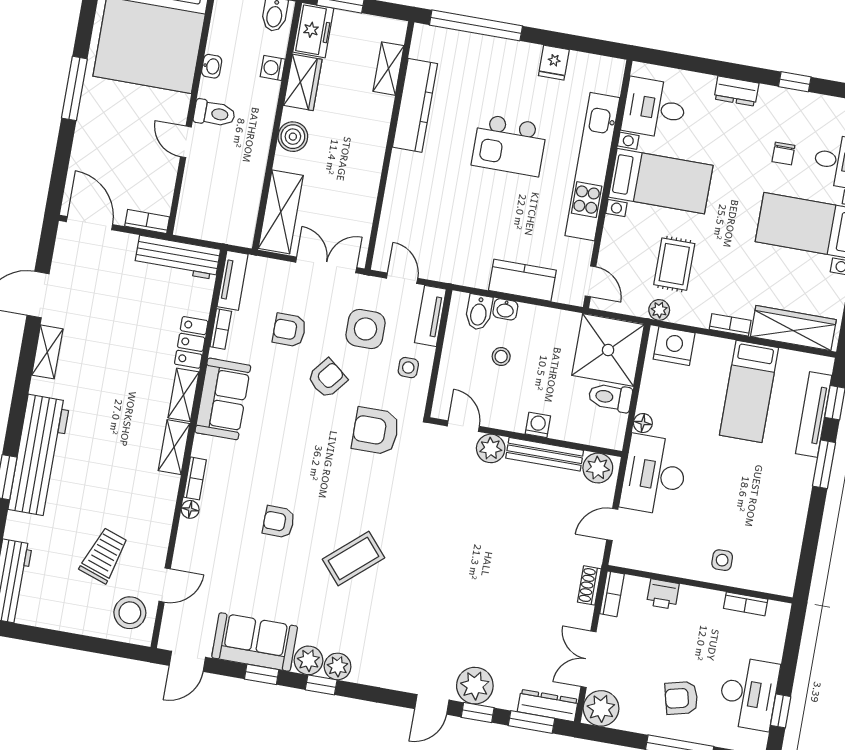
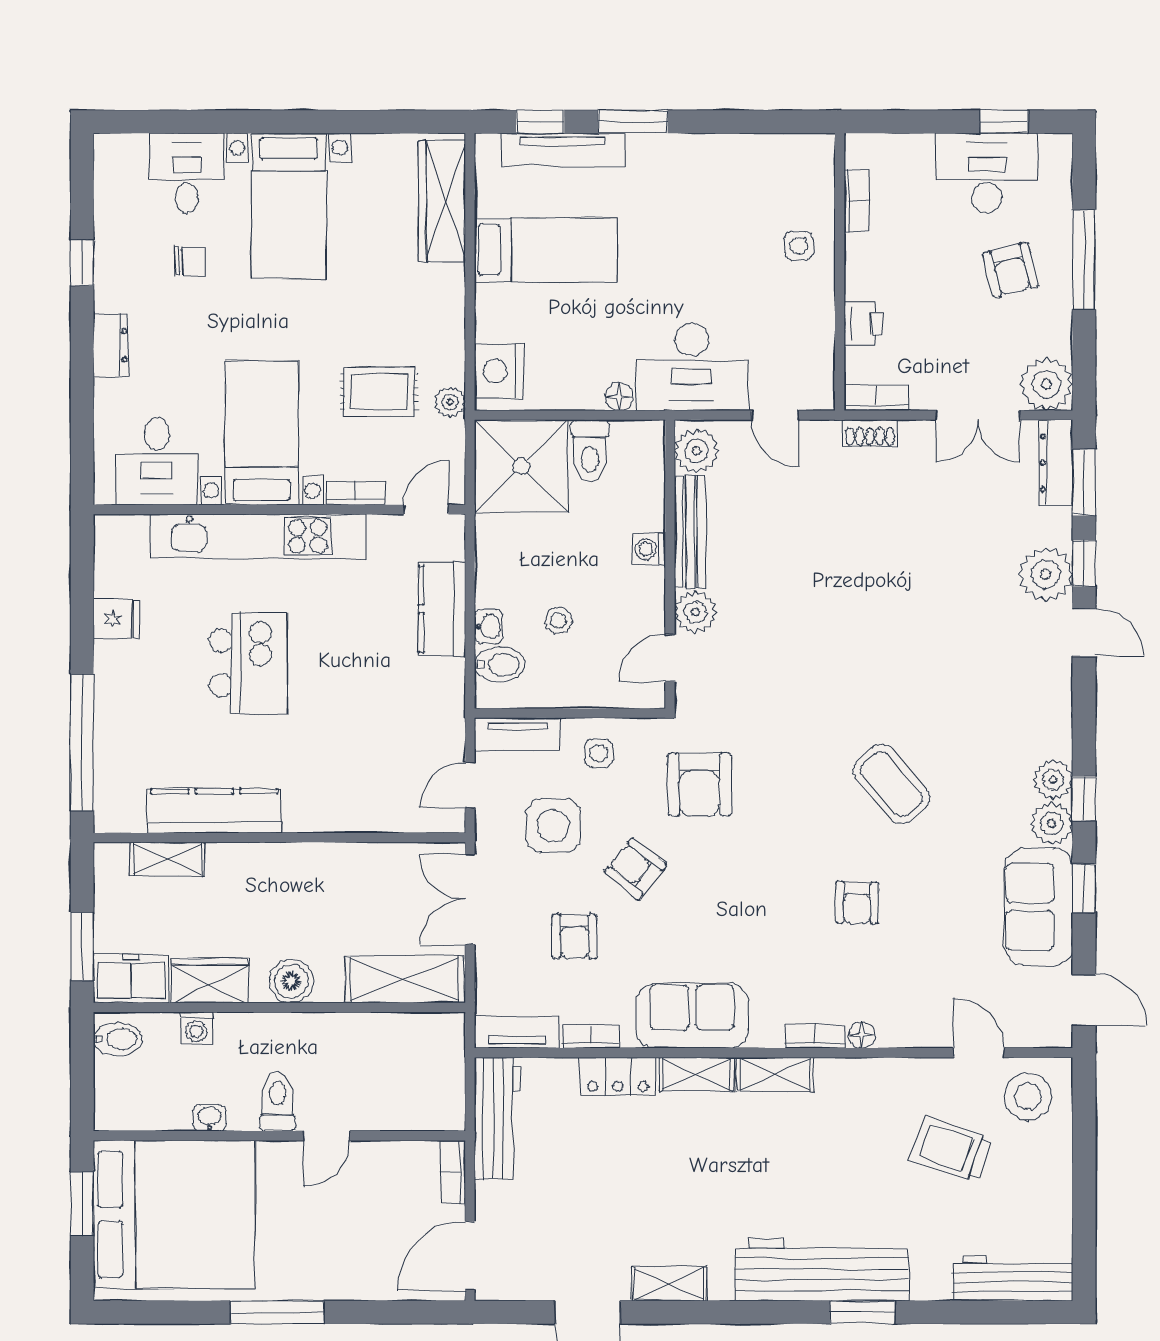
bookcase: (730, 325) -> (355, 493), moved, turned 90

